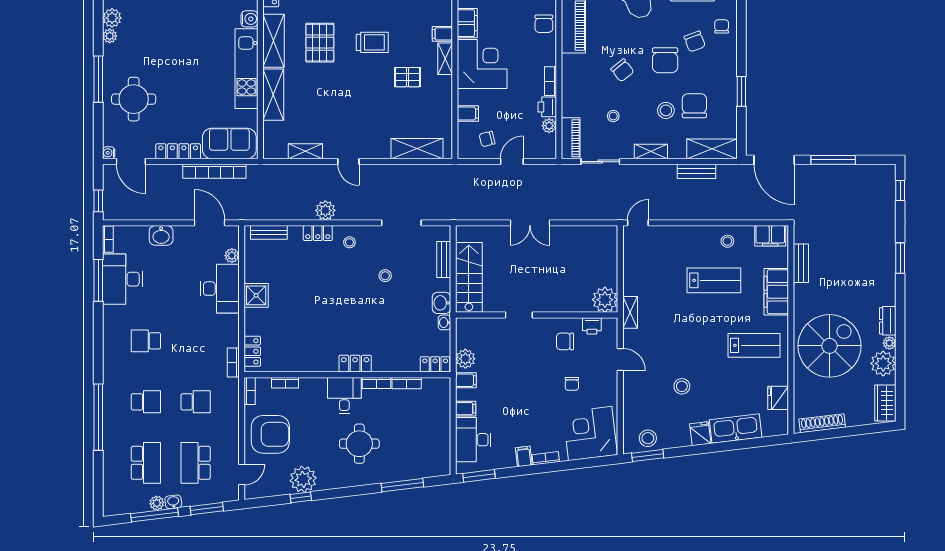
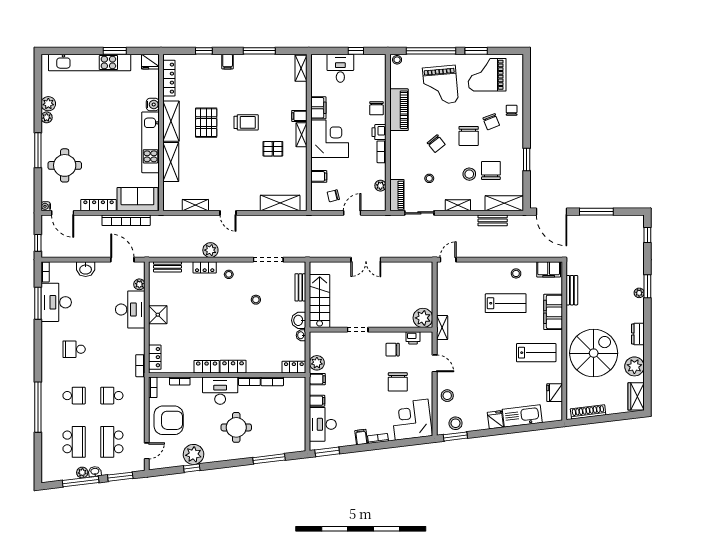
printer: (547, 107) -> (379, 132), moved
plant: (889, 343) -> (639, 293), moved
locker: (320, 364) -> (207, 367), added
chair: (572, 384) -> (398, 382), width x1.87, depth x1.87
stool: (682, 386) -> (447, 396), moved
desk: (344, 395) -> (220, 391), width x1.37
school desk: (196, 402) -> (112, 396), turned 180

